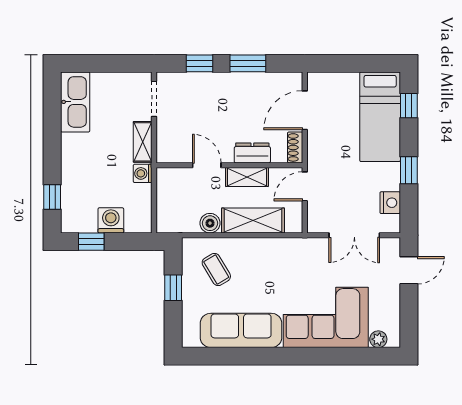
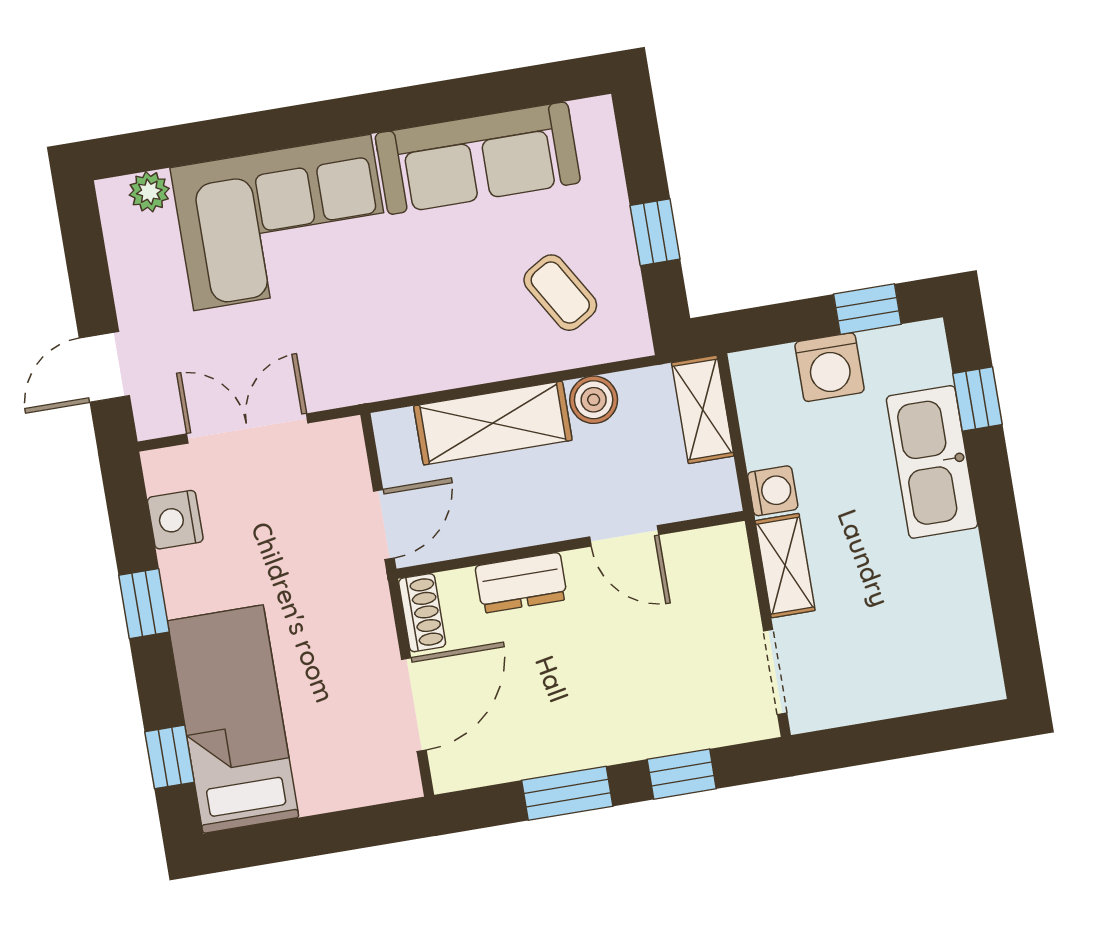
kitchen sink: (75, 102) -> (932, 462), moved
shelving: (247, 177) -> (703, 409), moved, turned 90

